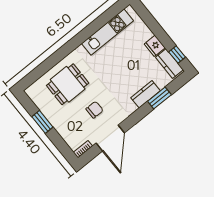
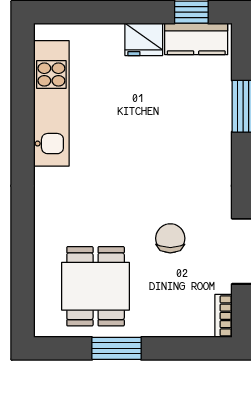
dining table: (68, 84) -> (96, 286), moved
kitchen counter: (146, 94) -> (216, 126), removed

